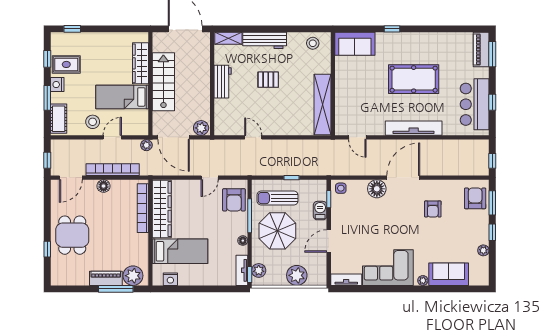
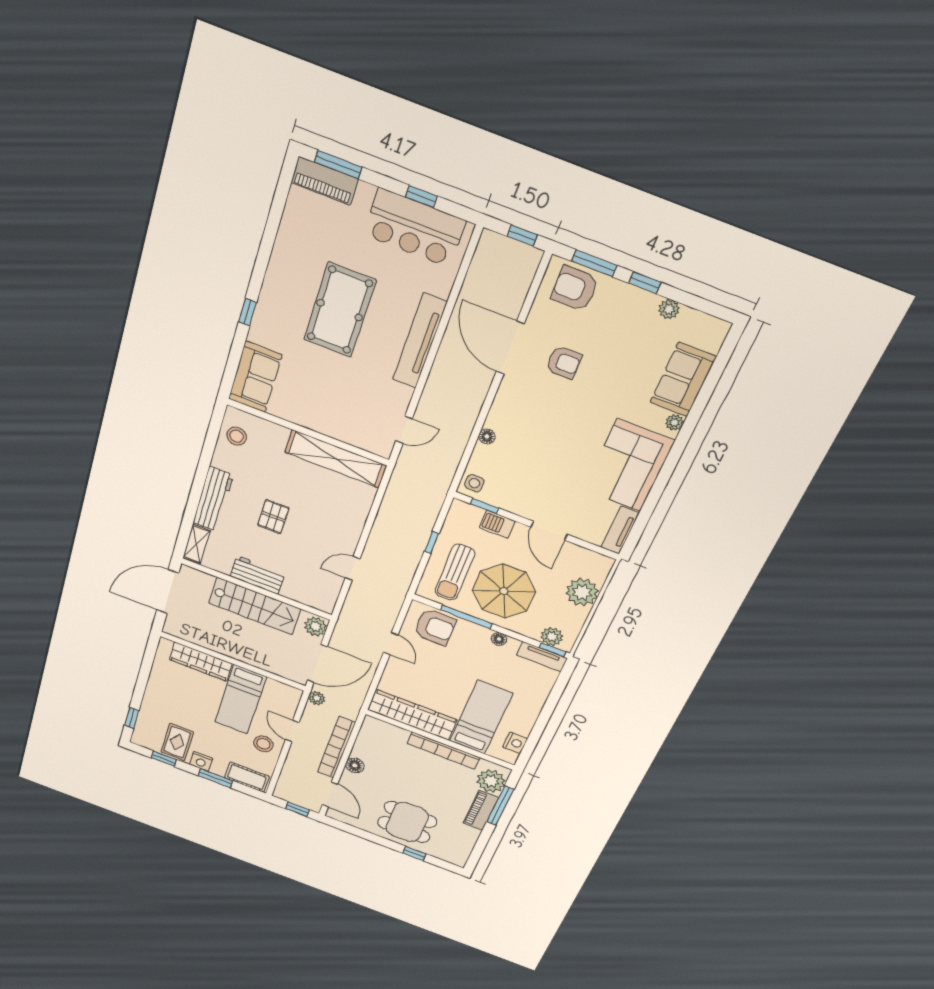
stairs: (163, 82) -> (255, 606), moved, turned 180
door: (403, 178) -> (510, 348), moved
floor lamp: (377, 189) -> (487, 436), width x0.53, depth x0.53
bookcase: (143, 208) -> (444, 751), moved

